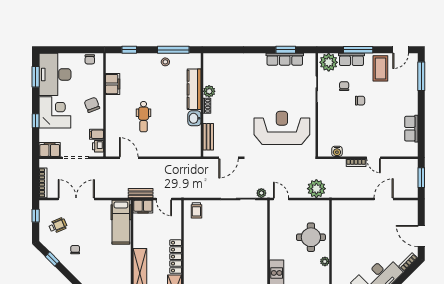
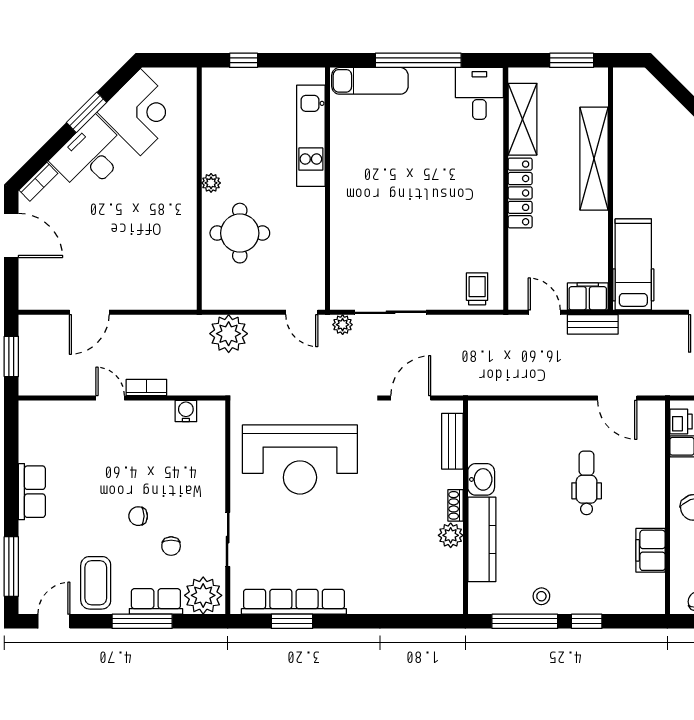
window: (129, 50) -> (587, 621), moved
row of seats: (285, 59) -> (294, 602), width x1.36
row of seats: (411, 129) -> (32, 492), moved

